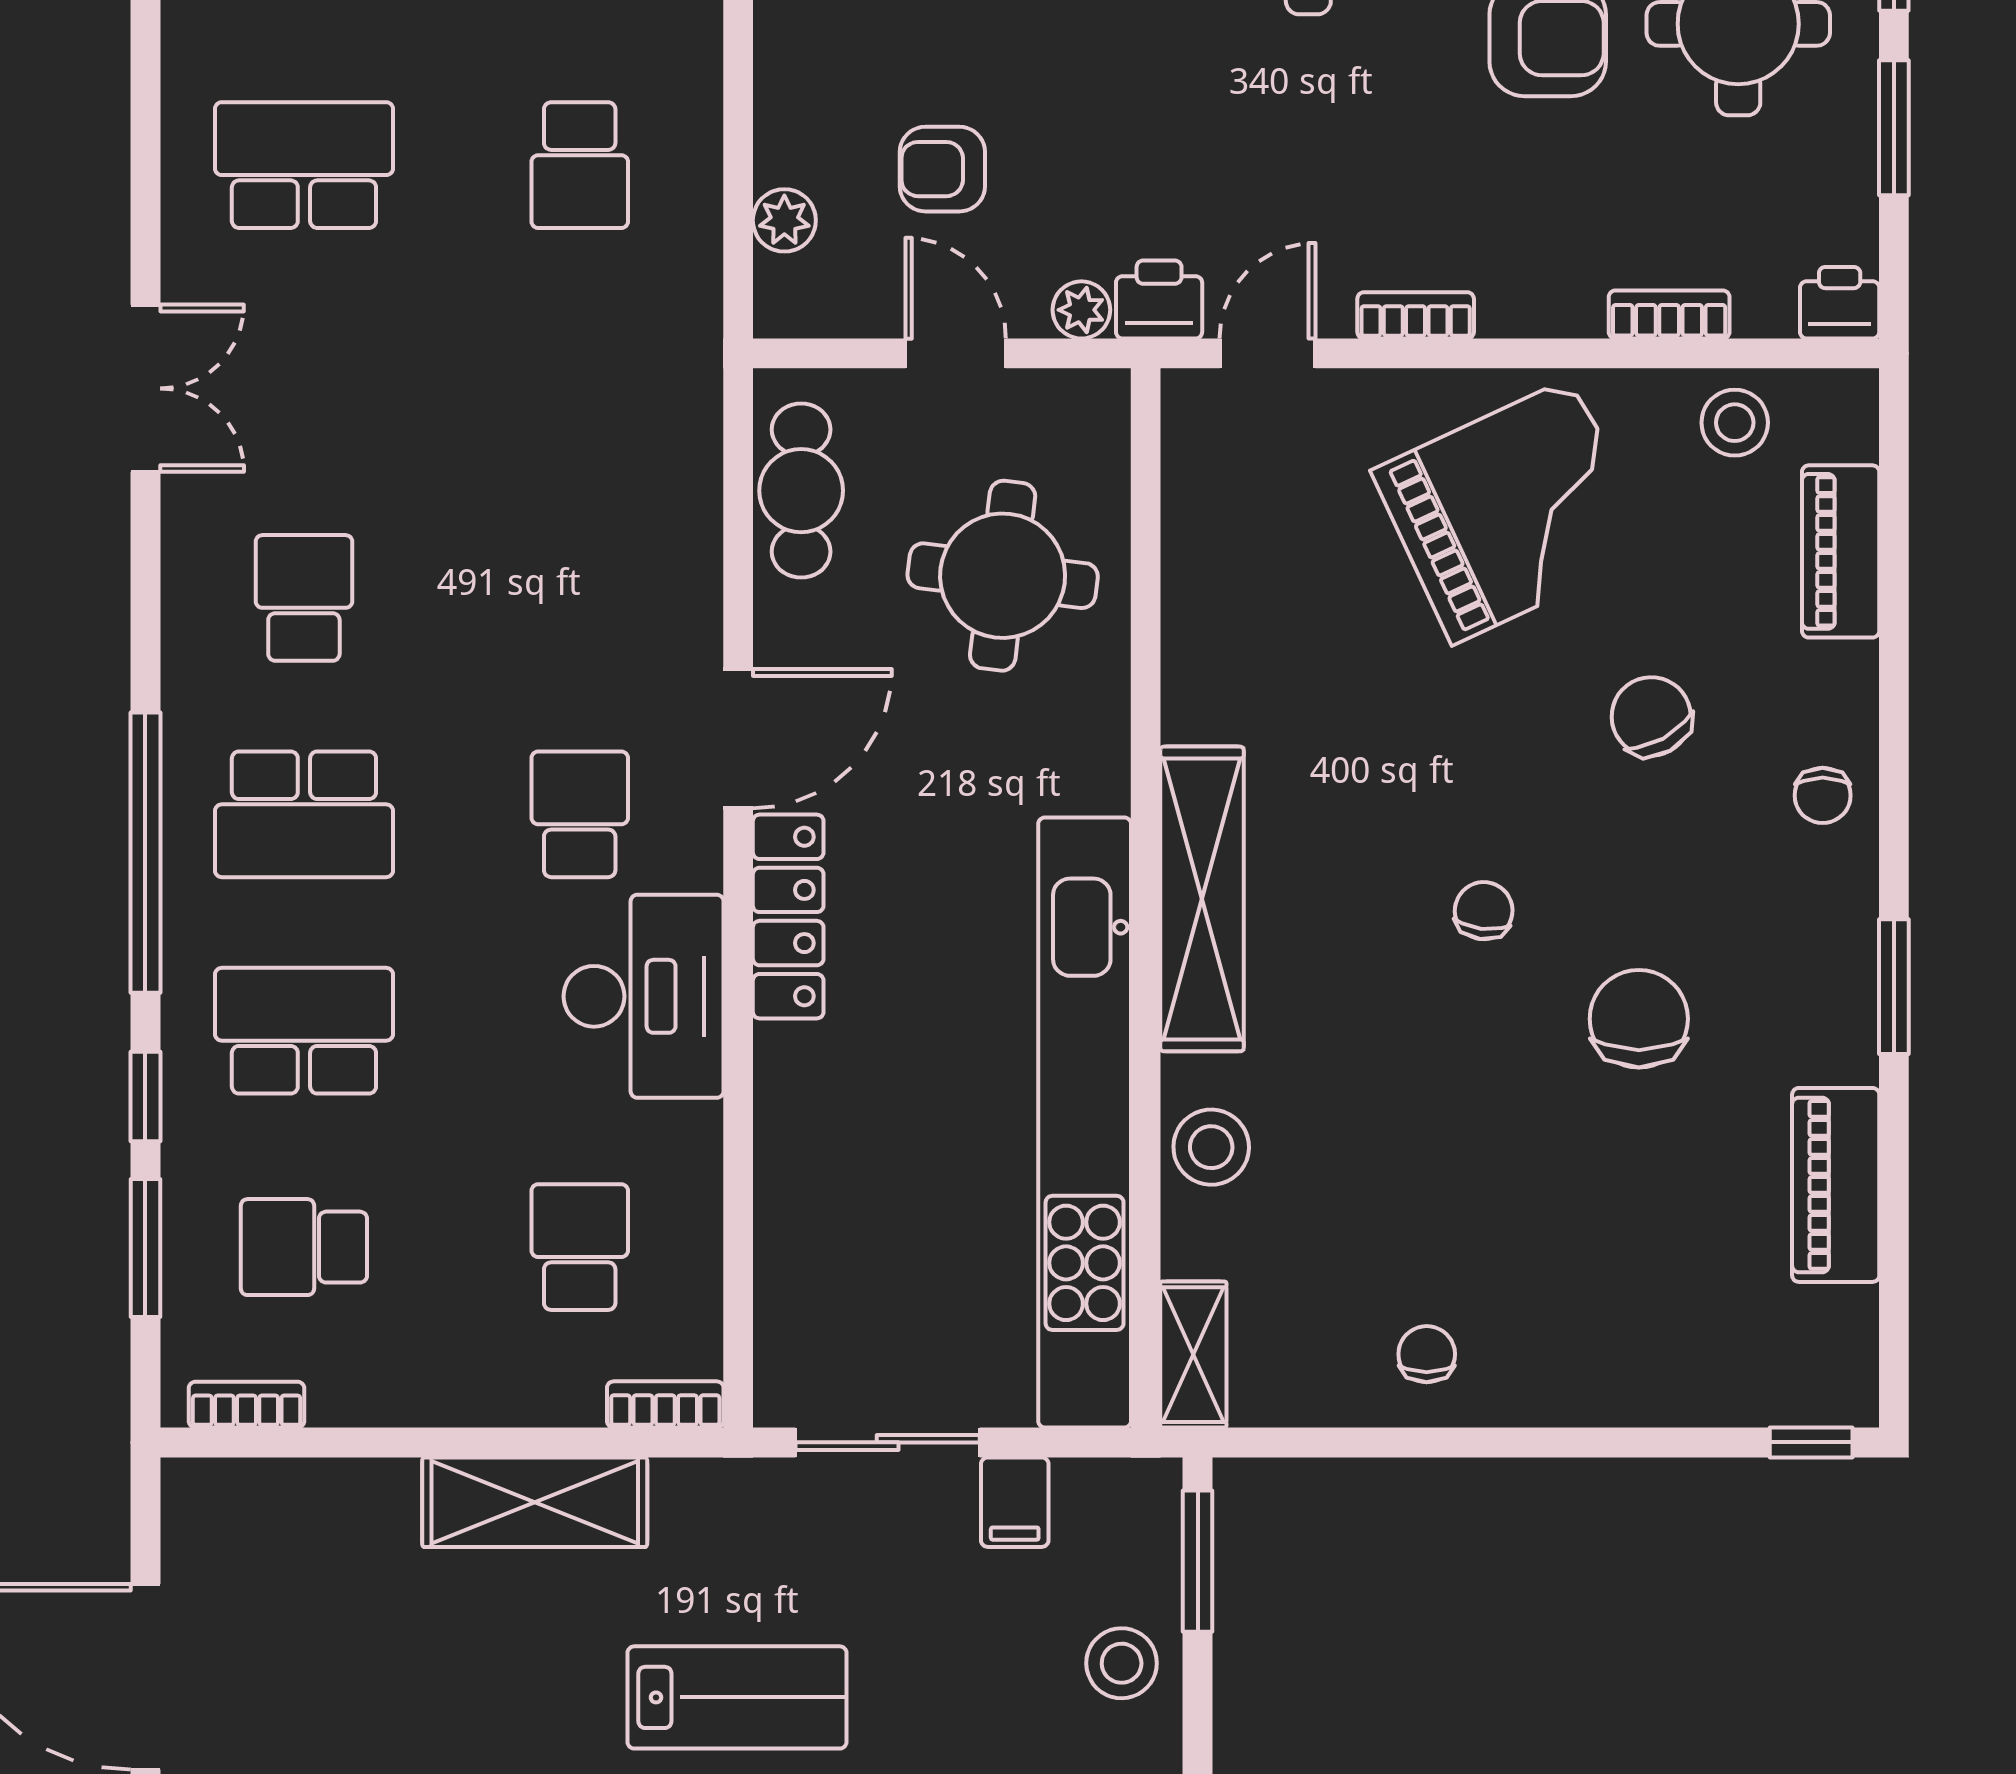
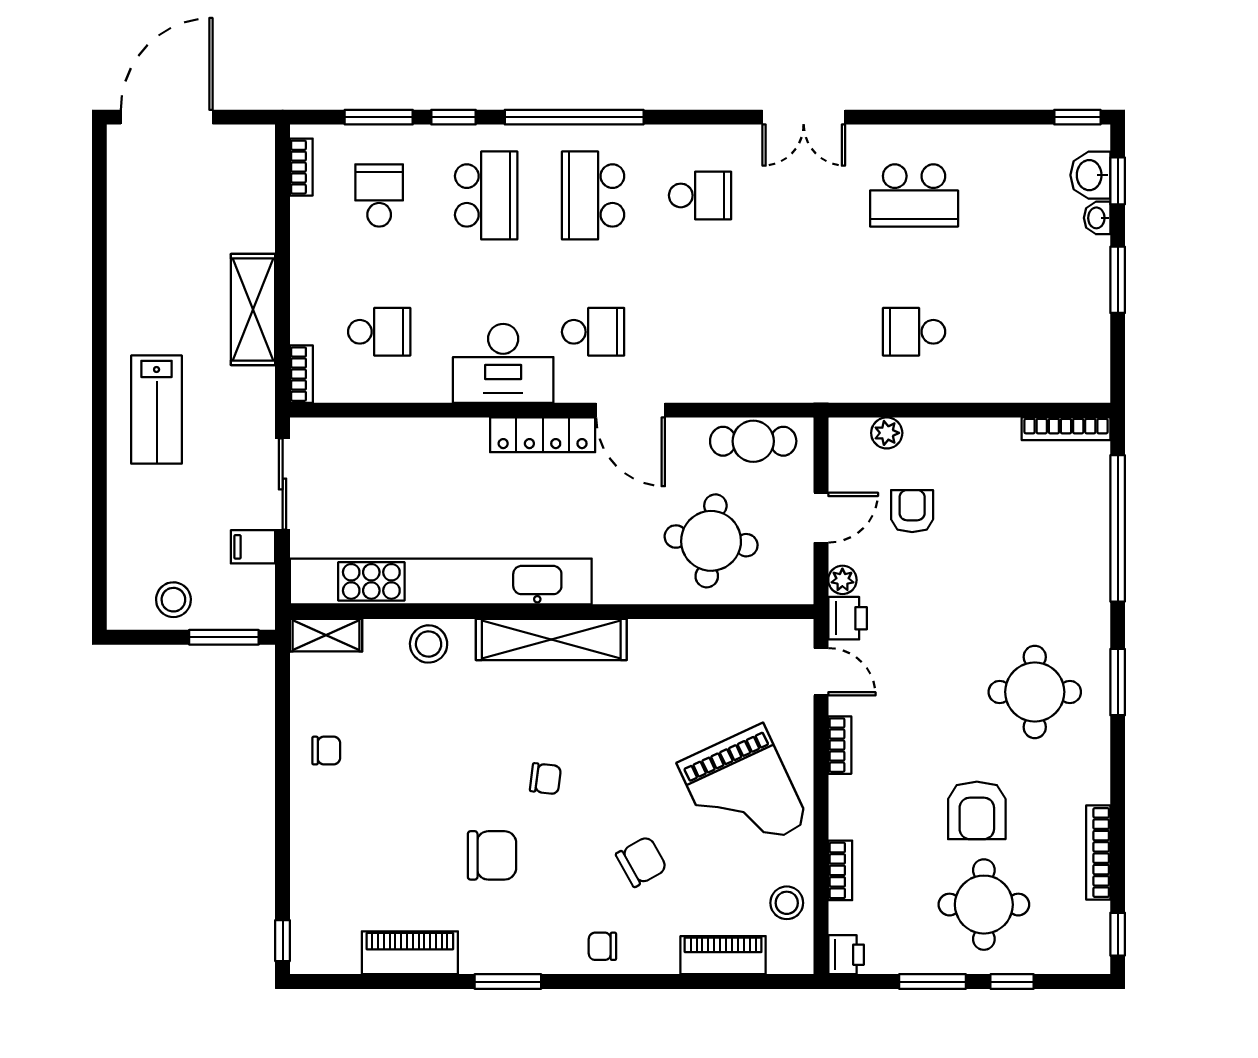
school desk: (304, 165) -> (914, 195), turned 90

